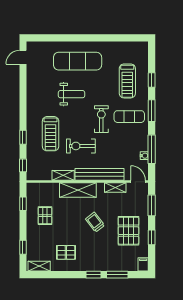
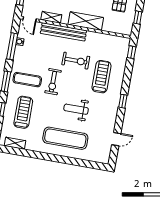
door: (23, 57) -> (116, 139), moved
window: (23, 137) -> (123, 101), moved
shelving: (63, 175) -> (15, 143), moved

